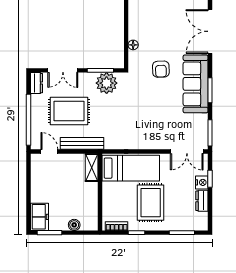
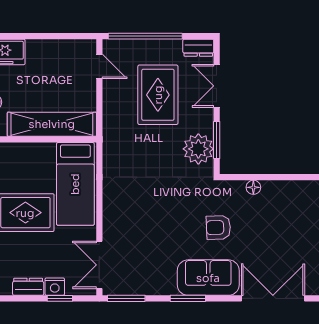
sofa: (196, 84) -> (208, 278), width x0.73
bench: (82, 143) -> (111, 113), removed
door: (49, 152) -> (99, 66), hinge flipped
shelving: (92, 168) -> (52, 124), width x2.20, depth x1.33

